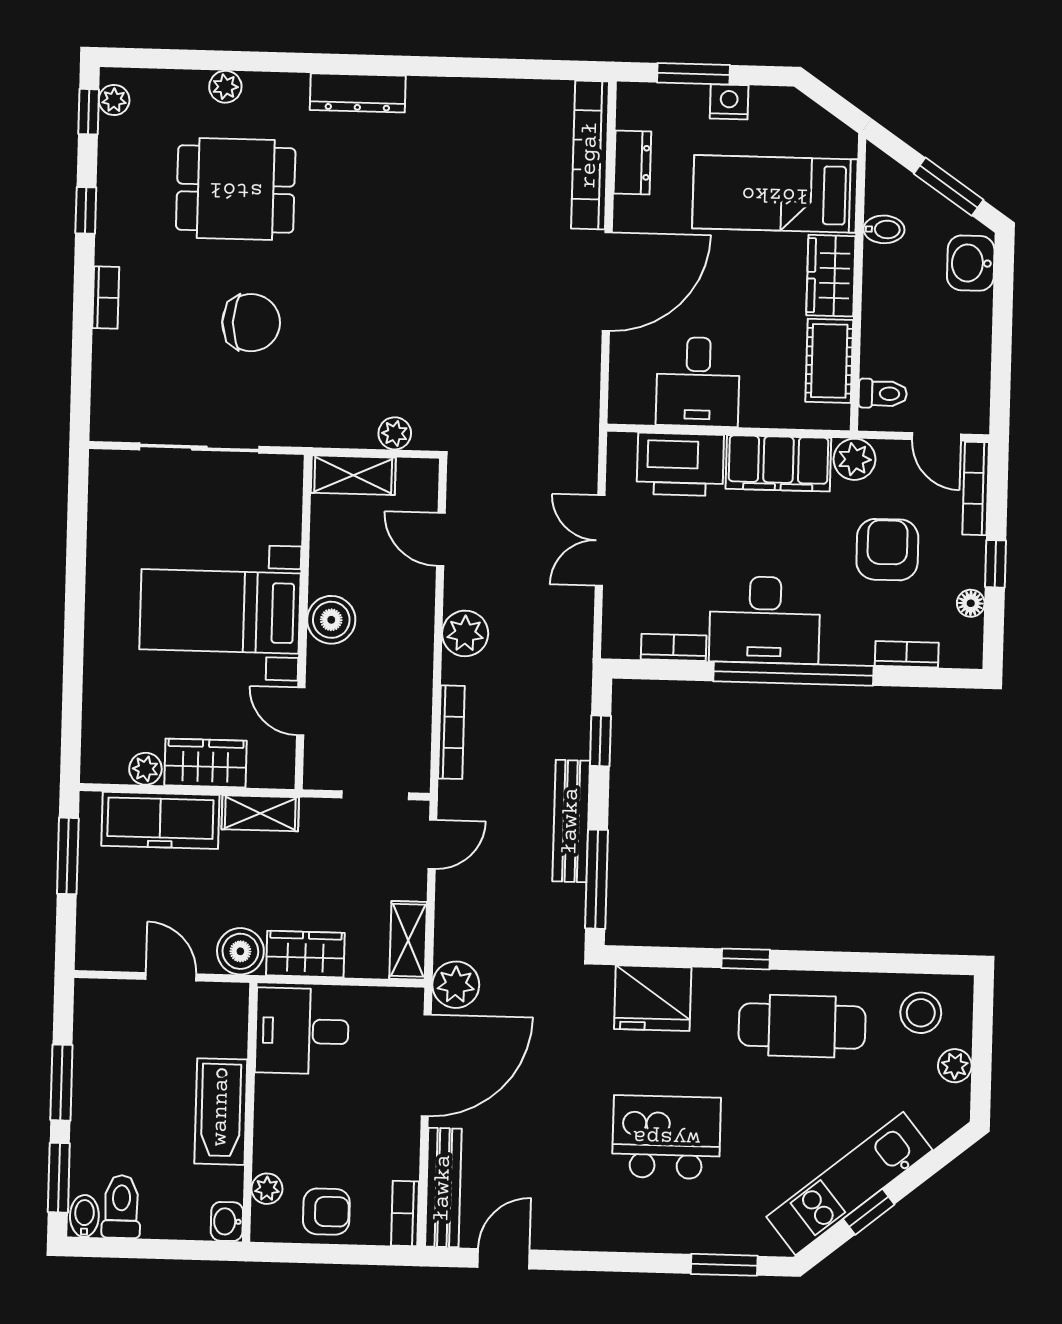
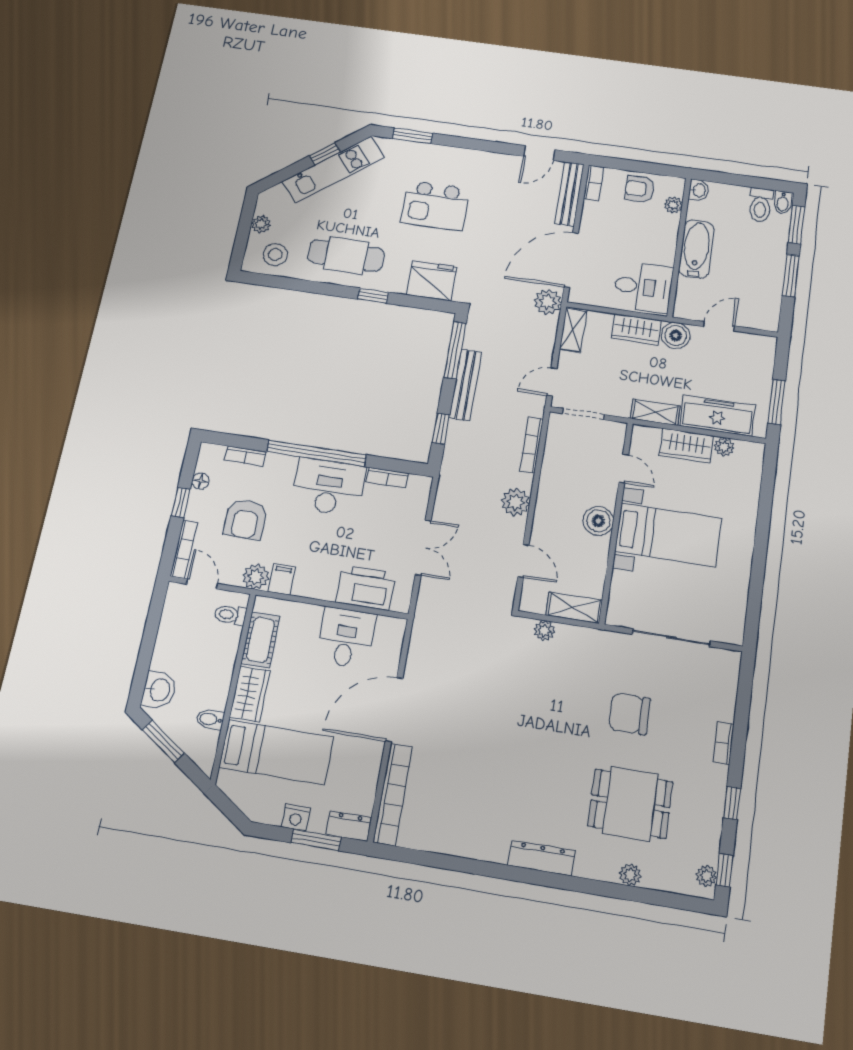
dresser: (632, 162) -> (349, 826), moved, turned 90
filing cabinet: (778, 463) -> (282, 579), width x0.33, depth x0.86
door: (171, 977) -> (719, 326), swing flipped

